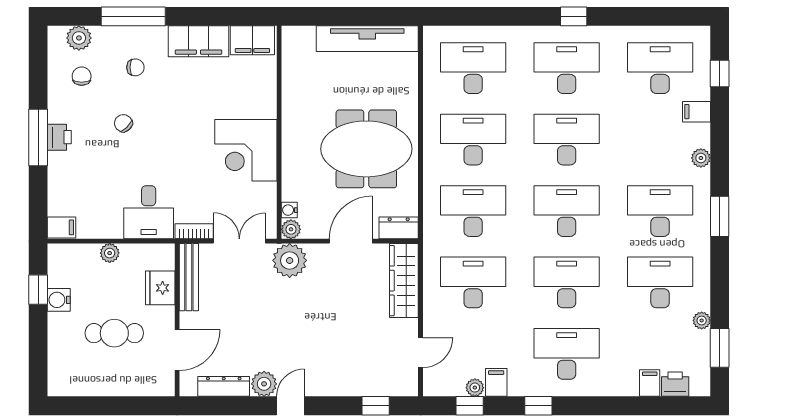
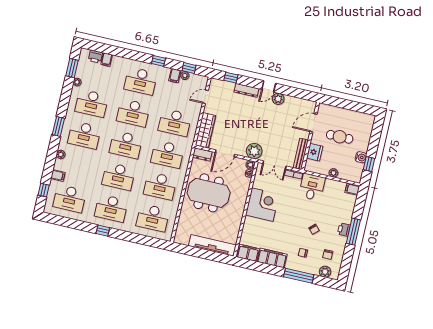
tv unit: (367, 39) -> (212, 245), moved
dresser: (224, 386) -> (246, 90), moved

